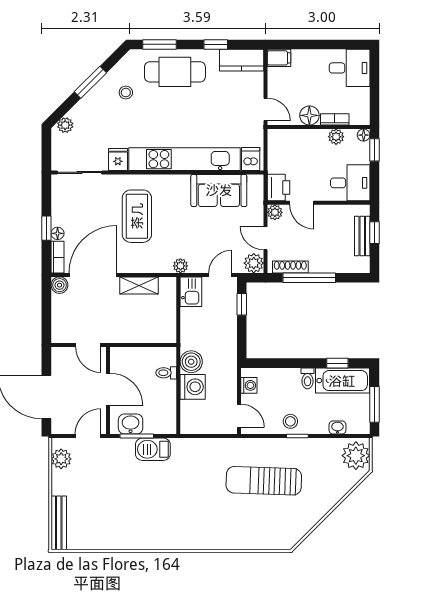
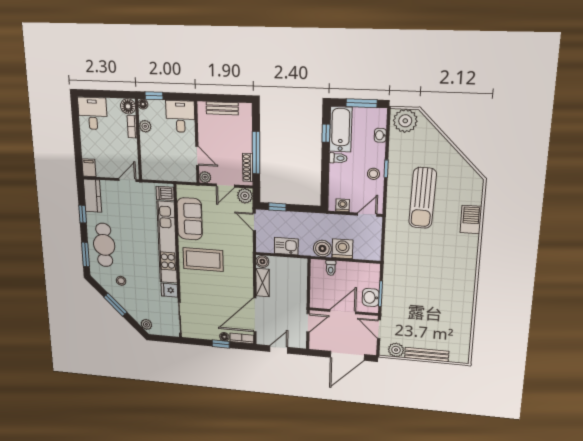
floor lamp: (309, 115) -> (128, 106), moved
printer: (278, 188) -> (186, 173), removed
door: (302, 203) -> (197, 156), hinge flipped
coffee table: (137, 216) -> (203, 259), moved
window: (375, 233) -> (219, 98), removed
plant: (180, 266) -> (247, 251), removed
door: (93, 275) -> (255, 315), hinge flipped
boiler: (59, 285) -> (262, 261), moved
kitchen sink: (191, 292) -> (286, 246), moved
door: (46, 307) -> (279, 349), added
barbecue: (153, 449) -> (471, 220), moved, turned 180
bench: (59, 523) -> (427, 355), moved

